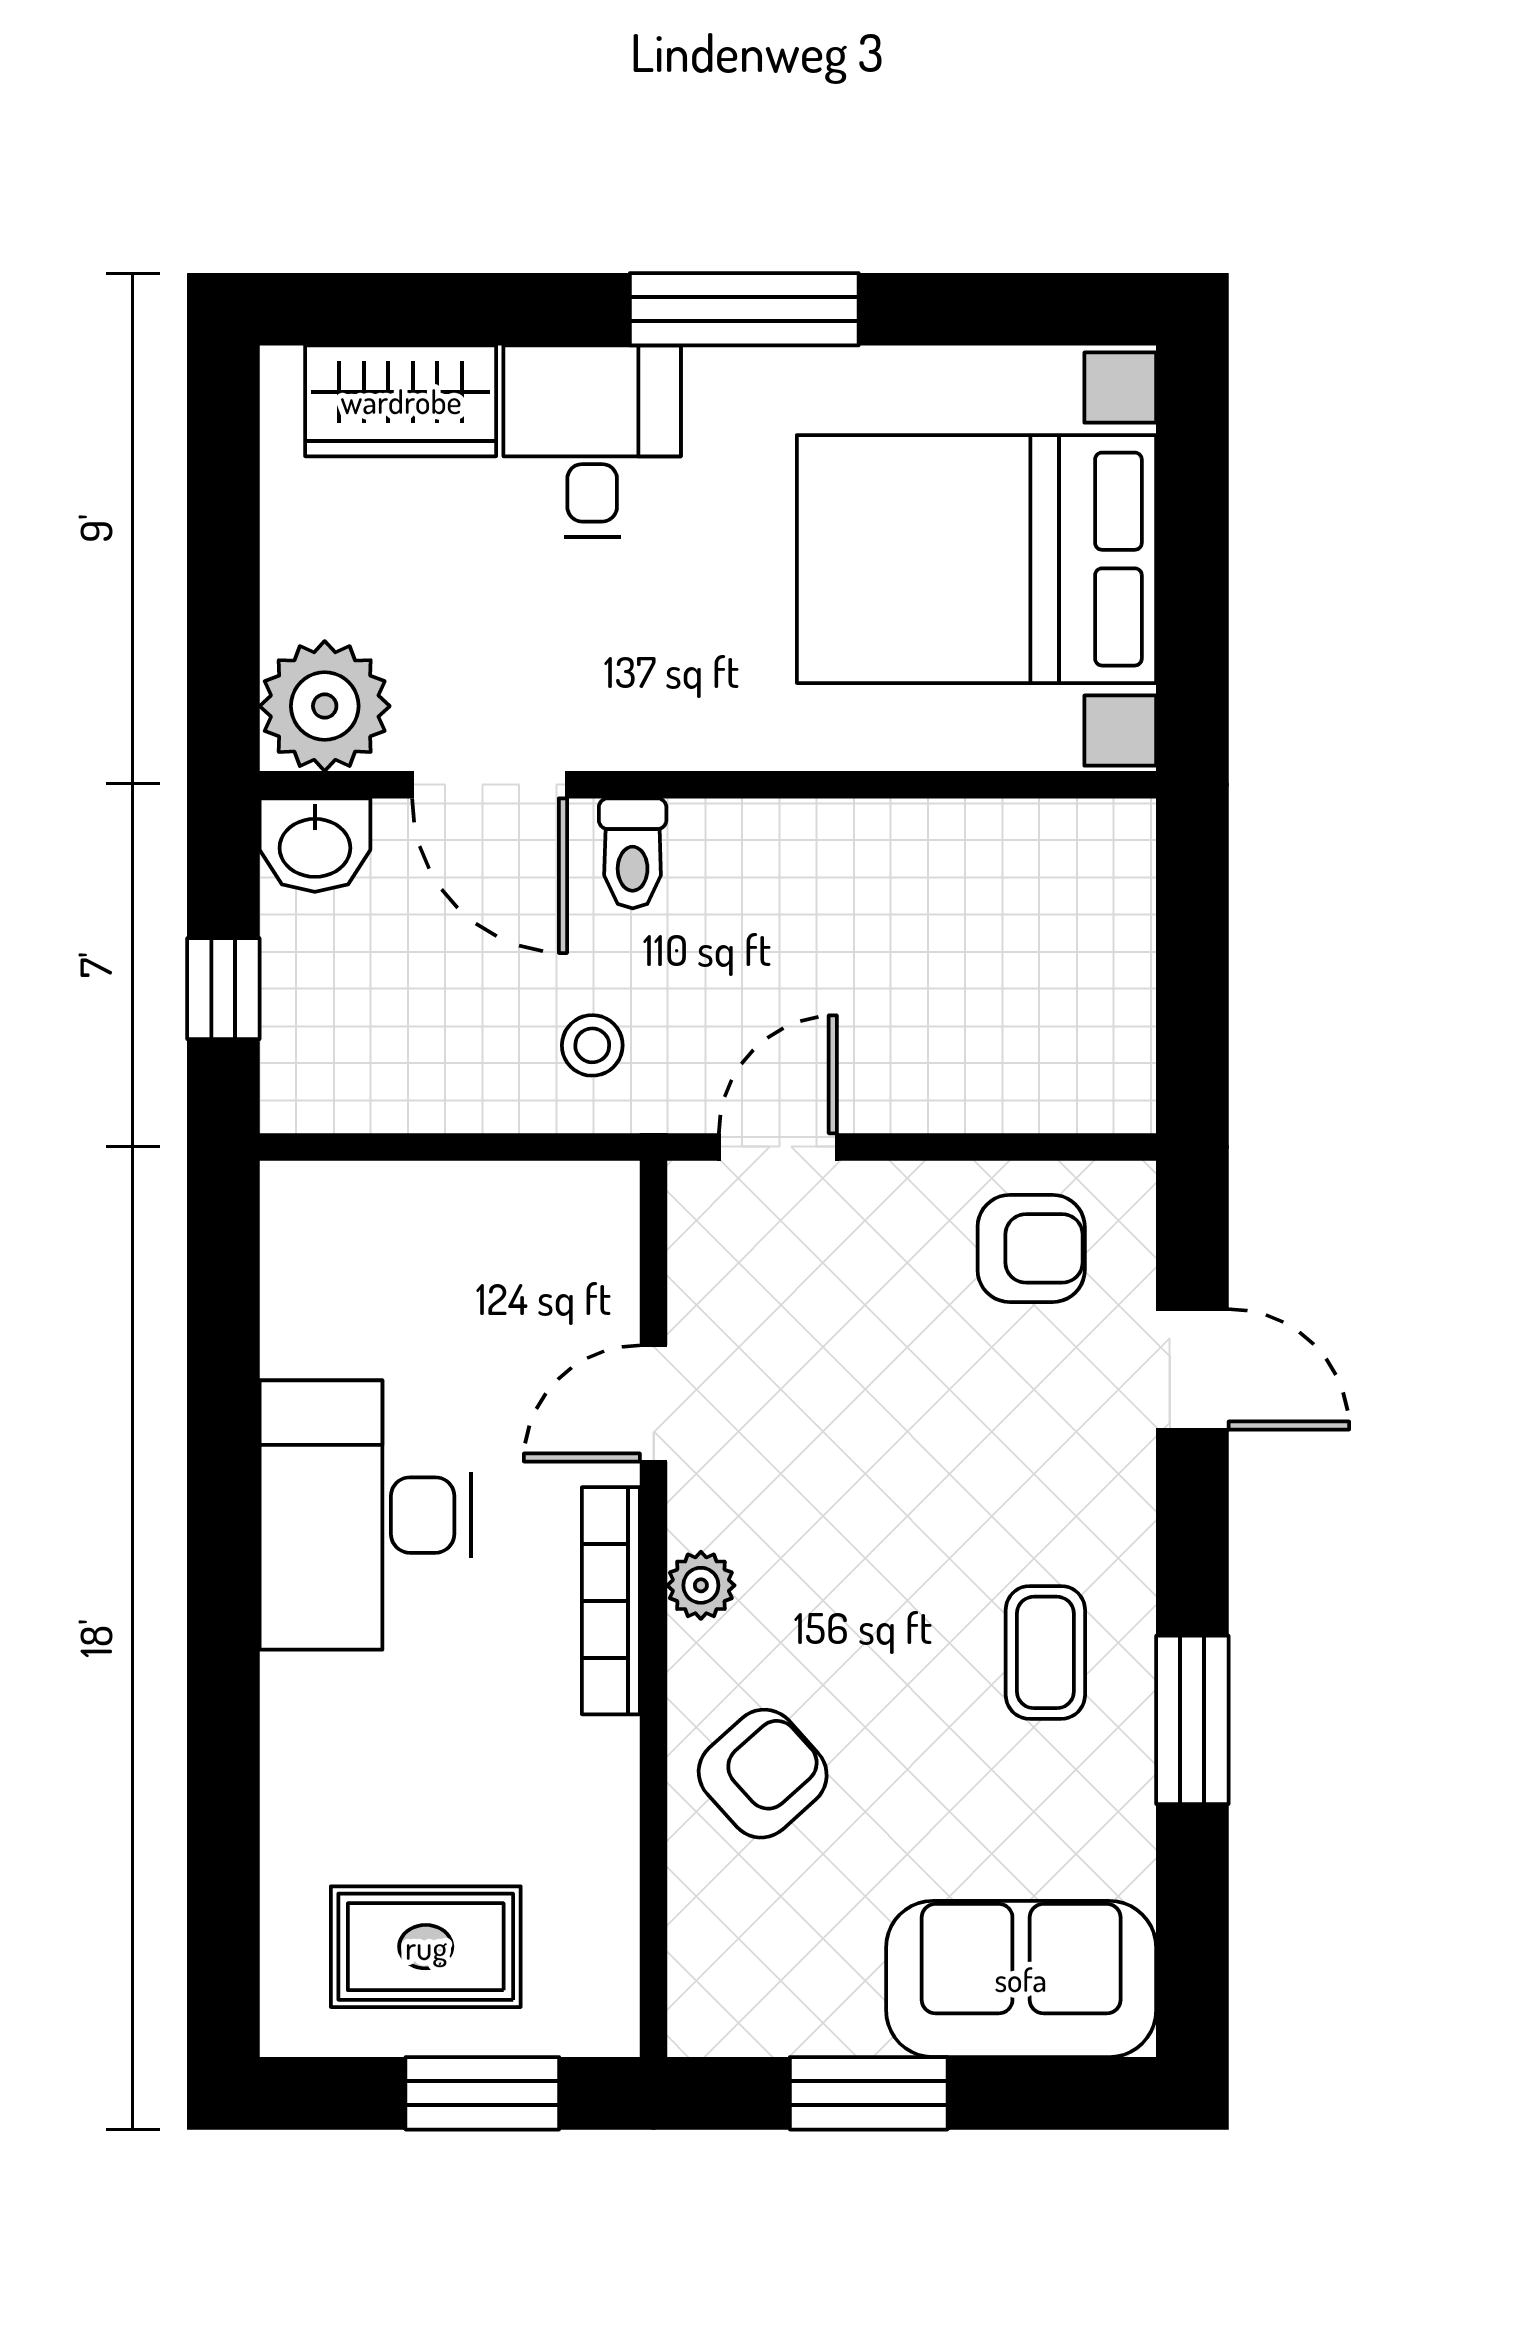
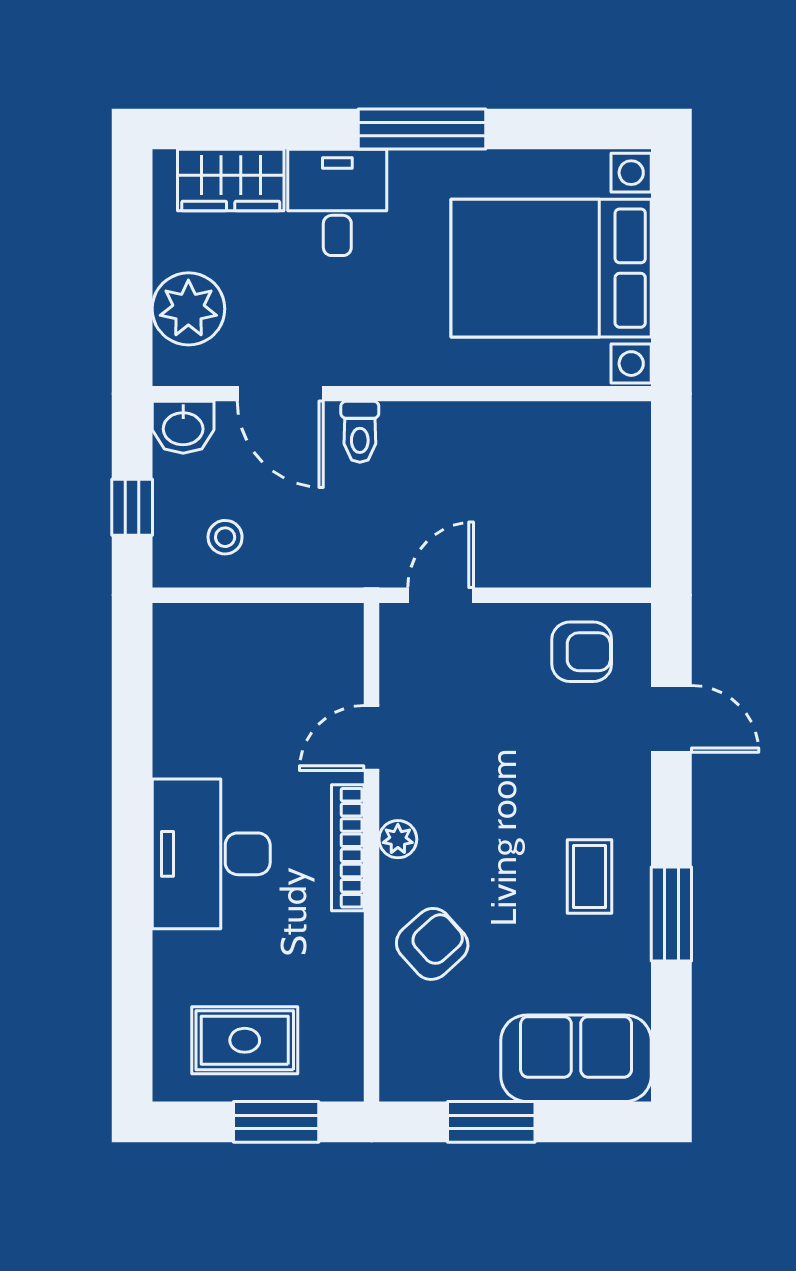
plant: (325, 706) -> (188, 309), moved
stool: (592, 1045) -> (225, 537), moved
desk: (365, 1515) -> (211, 854), moved

